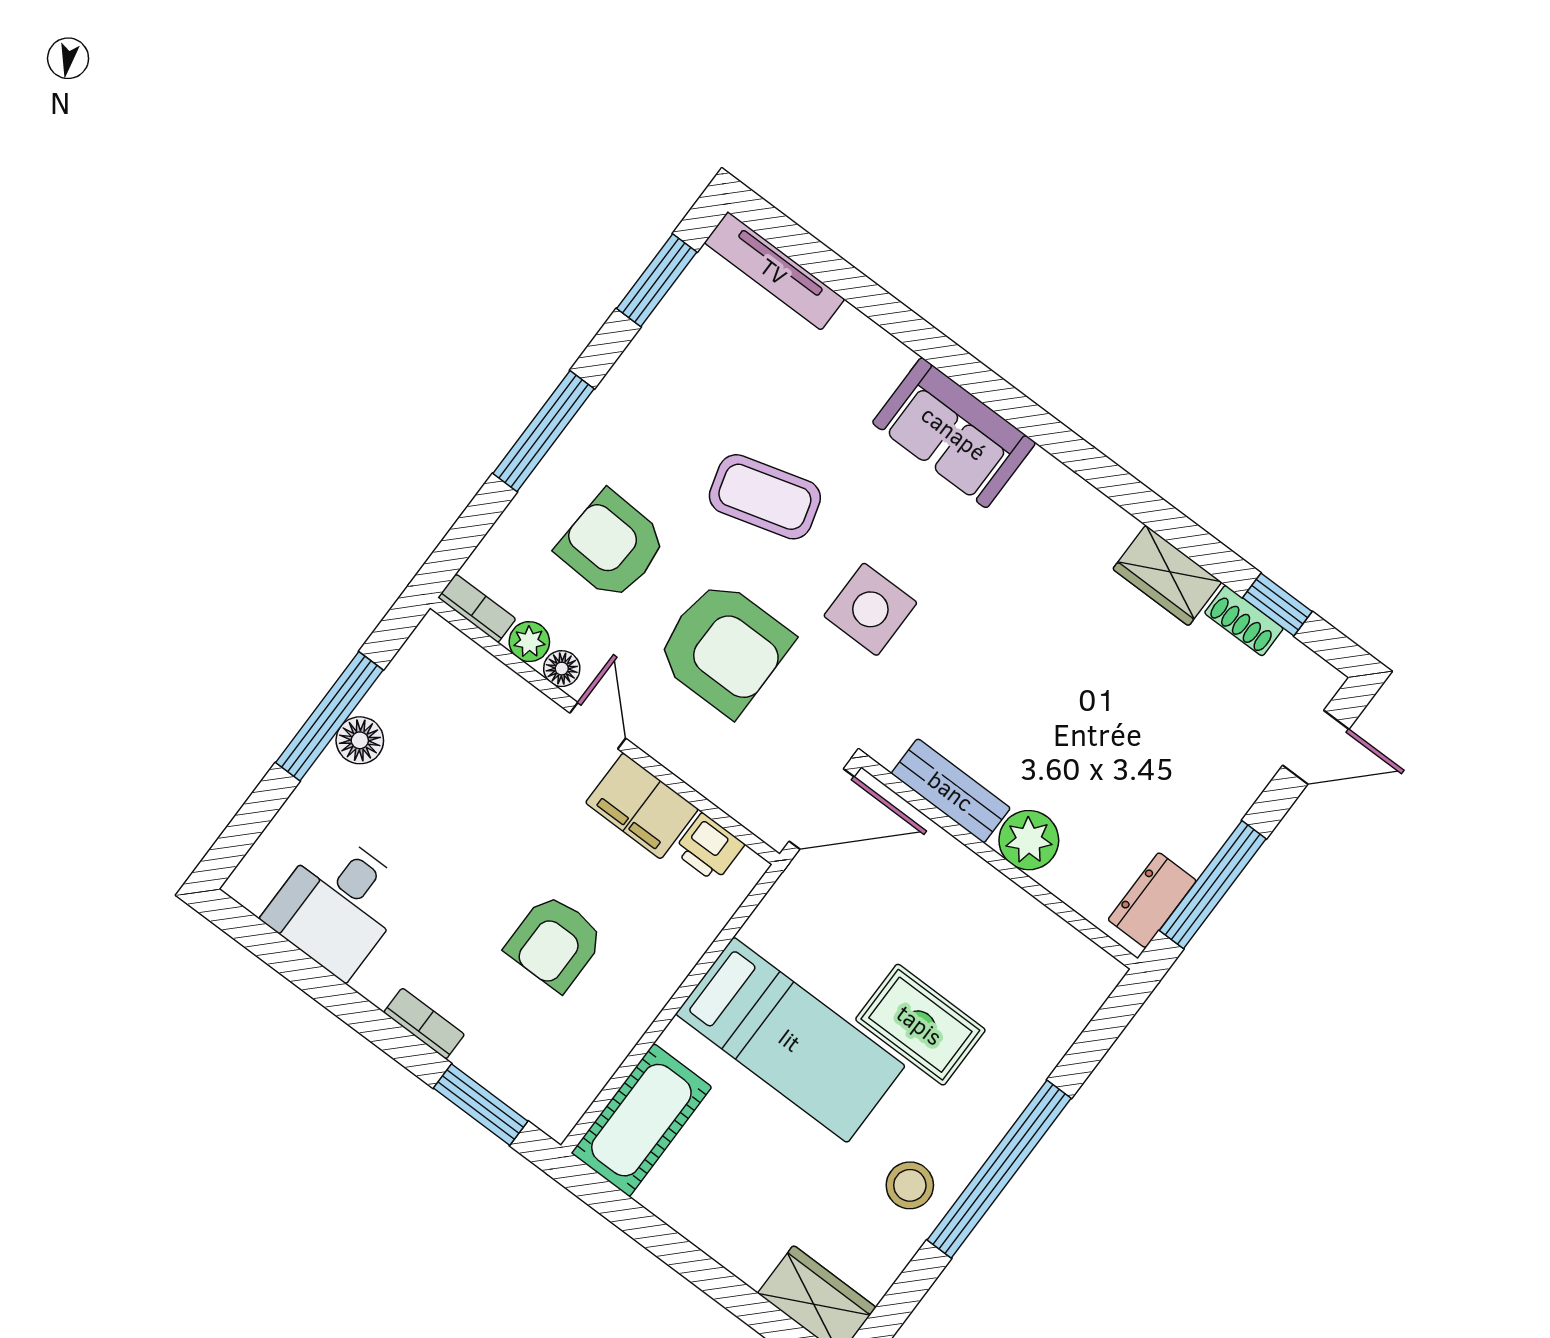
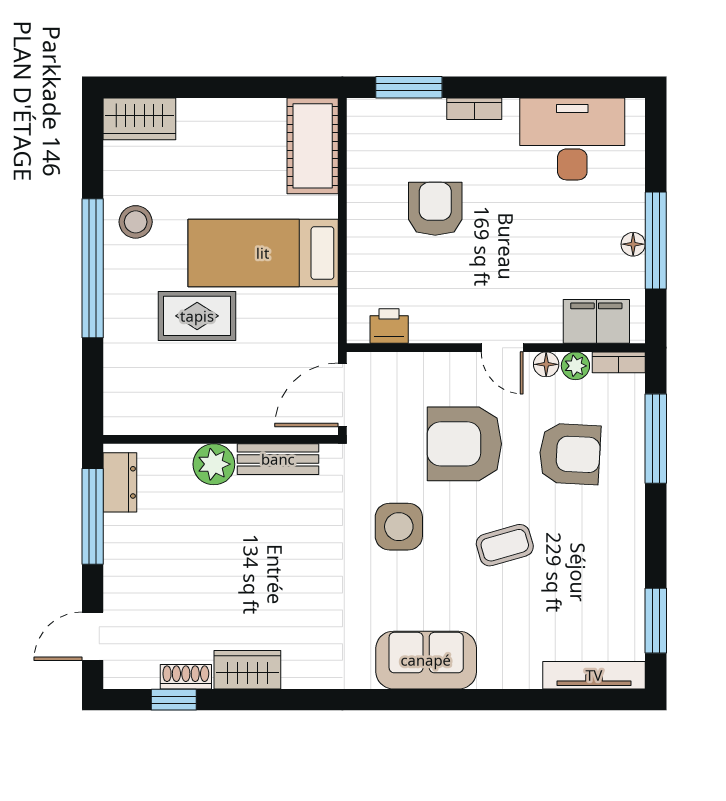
window: (543, 431) -> (656, 439), moved
coffee table: (765, 497) -> (505, 545), width x0.73, depth x0.77
floor lamp: (360, 740) -> (633, 244), width x0.73, depth x0.73
filing cabinet: (642, 806) -> (596, 321), moved
desk: (338, 904) -> (572, 139), width x1.37

